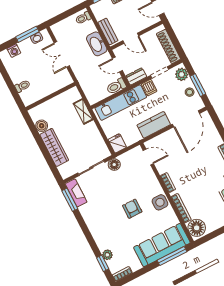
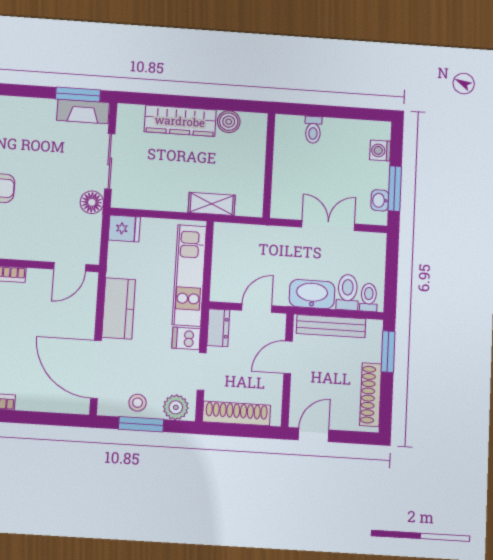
bench: (108, 31) -> (331, 326), width x1.36
toilet: (116, 86) -> (348, 292), moved

